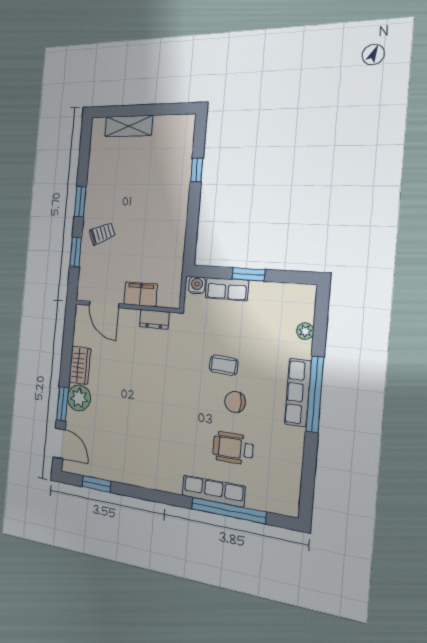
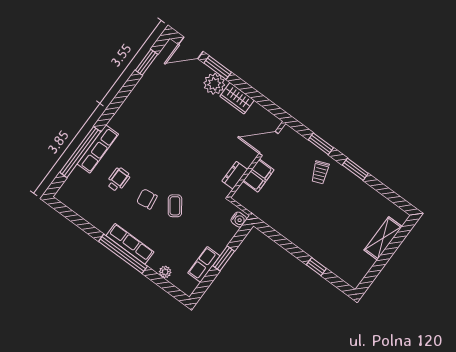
row of seats: (227, 289) -> (204, 264), moved
coffee table: (224, 365) -> (175, 206), turned -39
chair: (235, 402) -> (147, 199), turned -98
wheelchair: (233, 448) -> (118, 179), width x0.73, depth x0.73

